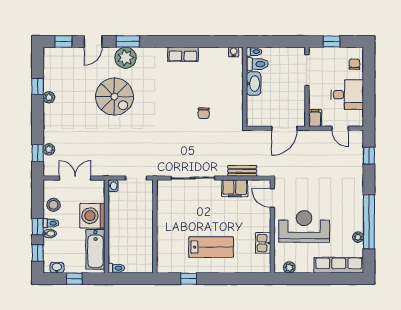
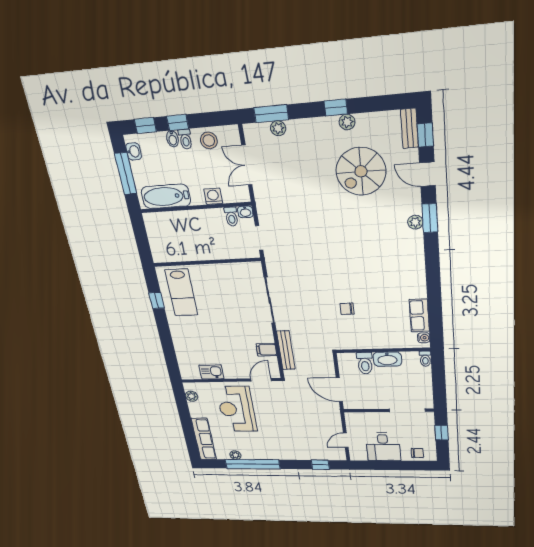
bench: (58, 53) -> (409, 128), added
row of seats: (183, 54) -> (419, 315), moved
plant: (126, 58) -> (415, 222), width x0.53, depth x0.53
toilet: (257, 64) -> (365, 363), moved
window: (38, 86) -> (336, 108), moved
spiral stairs: (114, 97) -> (361, 171), moved
filing cabinet: (315, 118) -> (354, 418), removed
window: (38, 153) -> (271, 114), width x1.50
bench: (242, 171) -> (286, 350), width x1.36
double door: (75, 178) -> (247, 165), swing flipped
filing cabinet: (235, 188) -> (266, 350), width x0.50
washing machine: (92, 216) -> (213, 196), width x0.53, depth x0.53
reception desk: (304, 226) -> (237, 409), turned 180
lab bench: (211, 247) -> (181, 292), moved
toilet: (116, 268) -> (231, 217), moved
window: (74, 279) -> (126, 174), width x2.17

